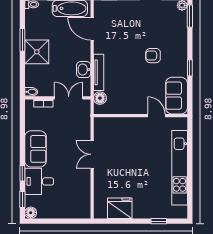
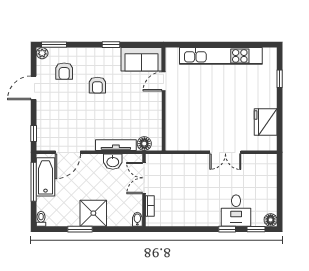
armchair: (166, 25) -> (64, 71), added
sofa: (36, 149) -> (200, 215), removed
double door: (92, 154) -> (225, 152), moved

